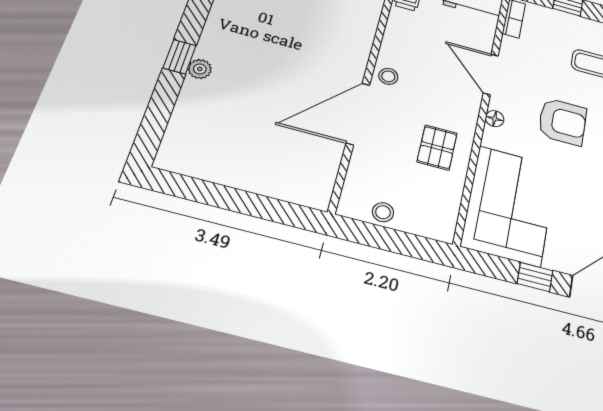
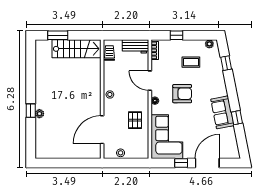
door: (358, 114) -> (102, 130), moved

